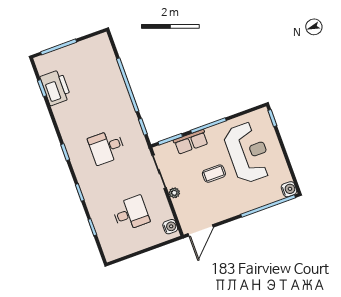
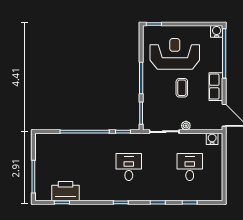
row of seats: (191, 142) -> (216, 87), moved, turned 180
desk: (107, 147) -> (129, 167), turned 180

